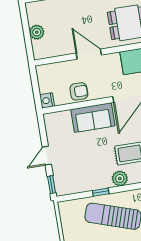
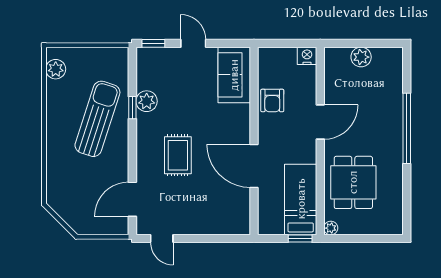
nightstand: (47, 100) -> (307, 56), moved
sofa: (93, 118) -> (234, 75), moved
plant: (120, 178) -> (147, 101), moved

